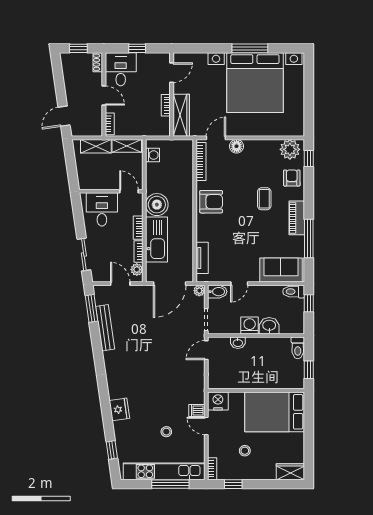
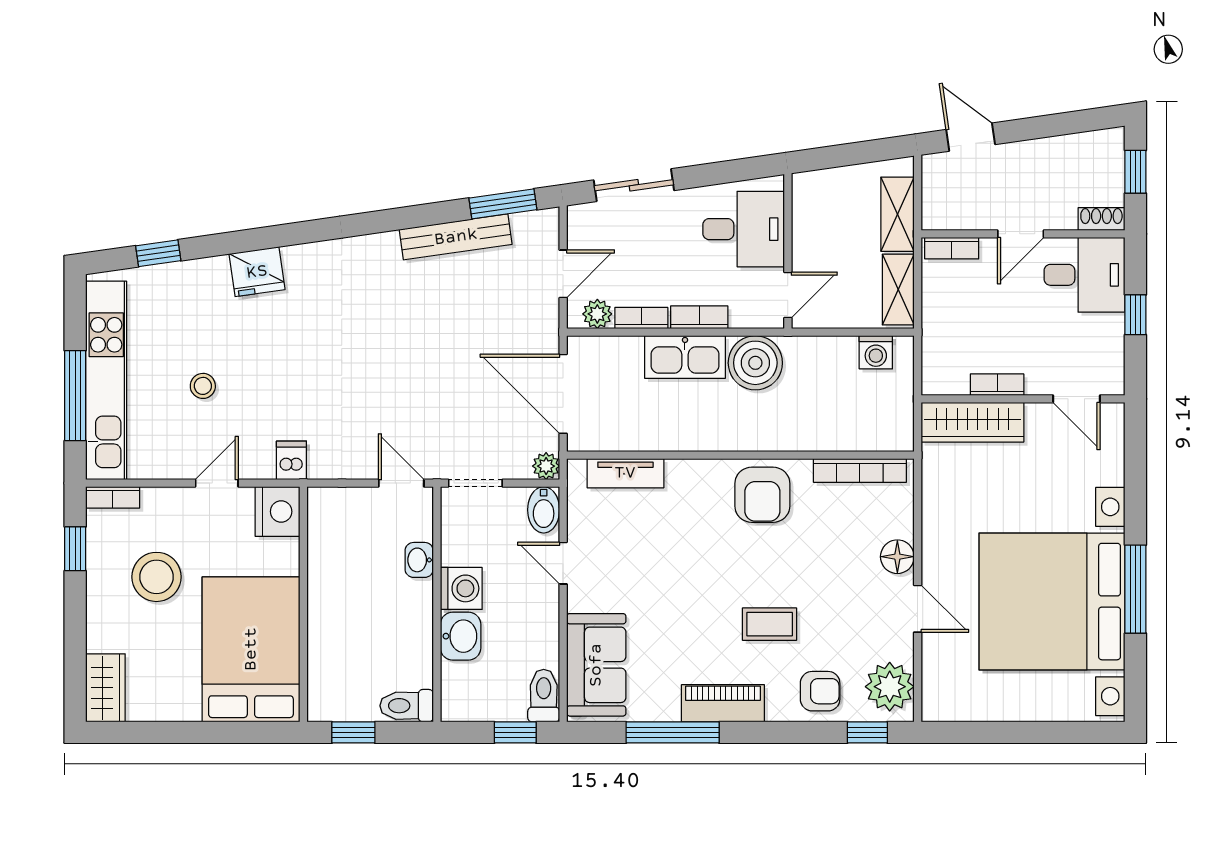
door: (216, 138) -> (918, 609), moved
kitchen sink: (157, 240) -> (685, 357), width x0.73, depth x0.81
dishwasher: (197, 410) -> (291, 460), moved
stool: (245, 451) -> (156, 577), width x1.89, depth x1.89

